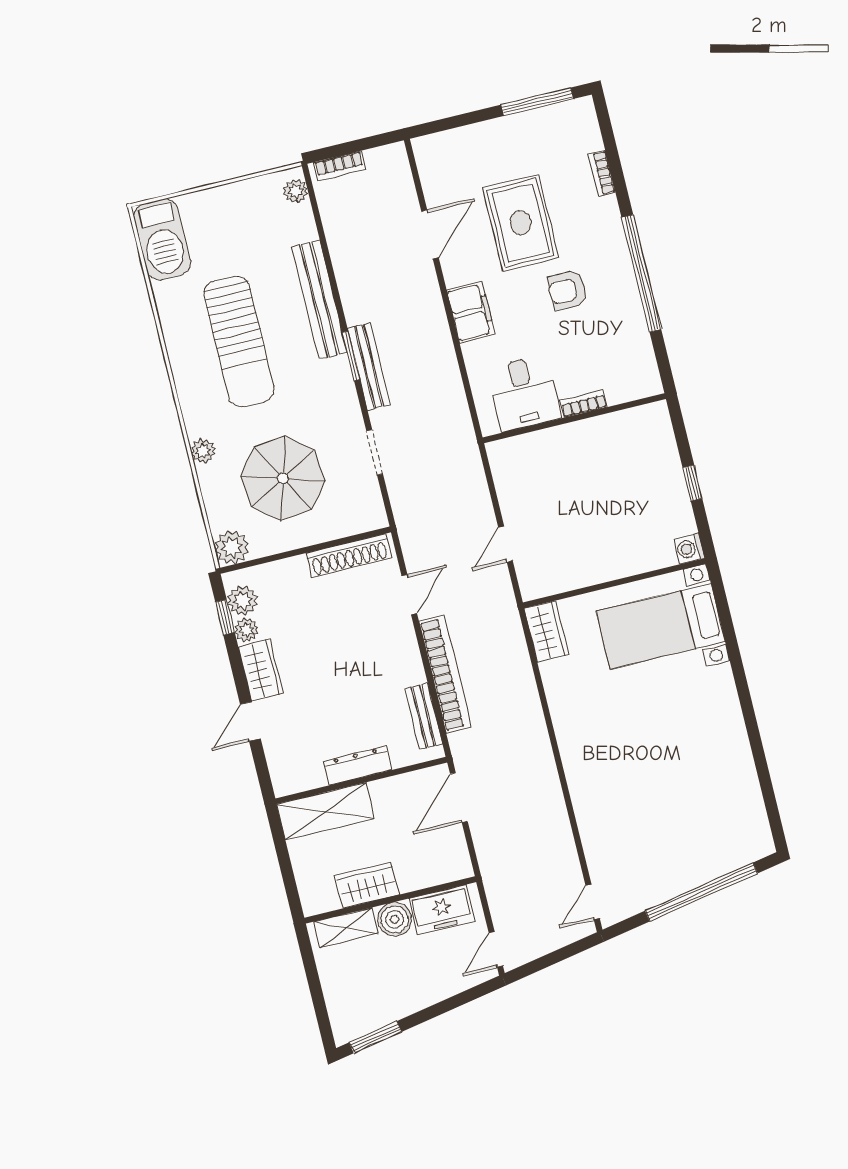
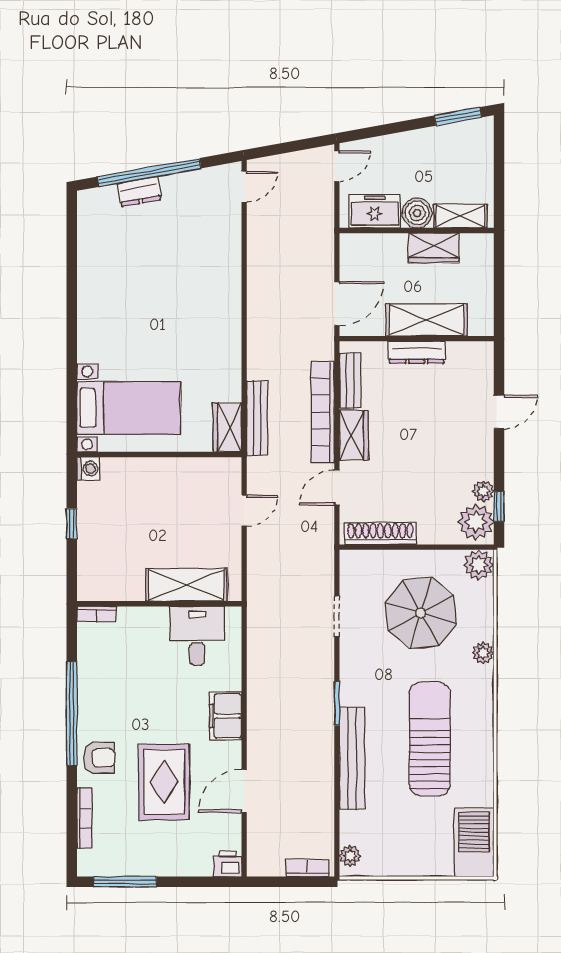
printer: (429, 149) -> (228, 864), added
bookcase: (602, 173) -> (85, 818), width x1.56
armchair: (568, 290) -> (99, 758), moved
bench: (369, 366) -> (257, 418), moved
bookcase: (584, 404) -> (96, 614), moved
shelving: (549, 446) -> (186, 585), added
plant: (242, 600) -> (476, 522), width x1.36, depth x1.36
wardrobe: (261, 670) -> (354, 435), moved, turned 180
shelving: (326, 811) -> (427, 320), moved
dresser: (707, 868) -> (139, 192), added

